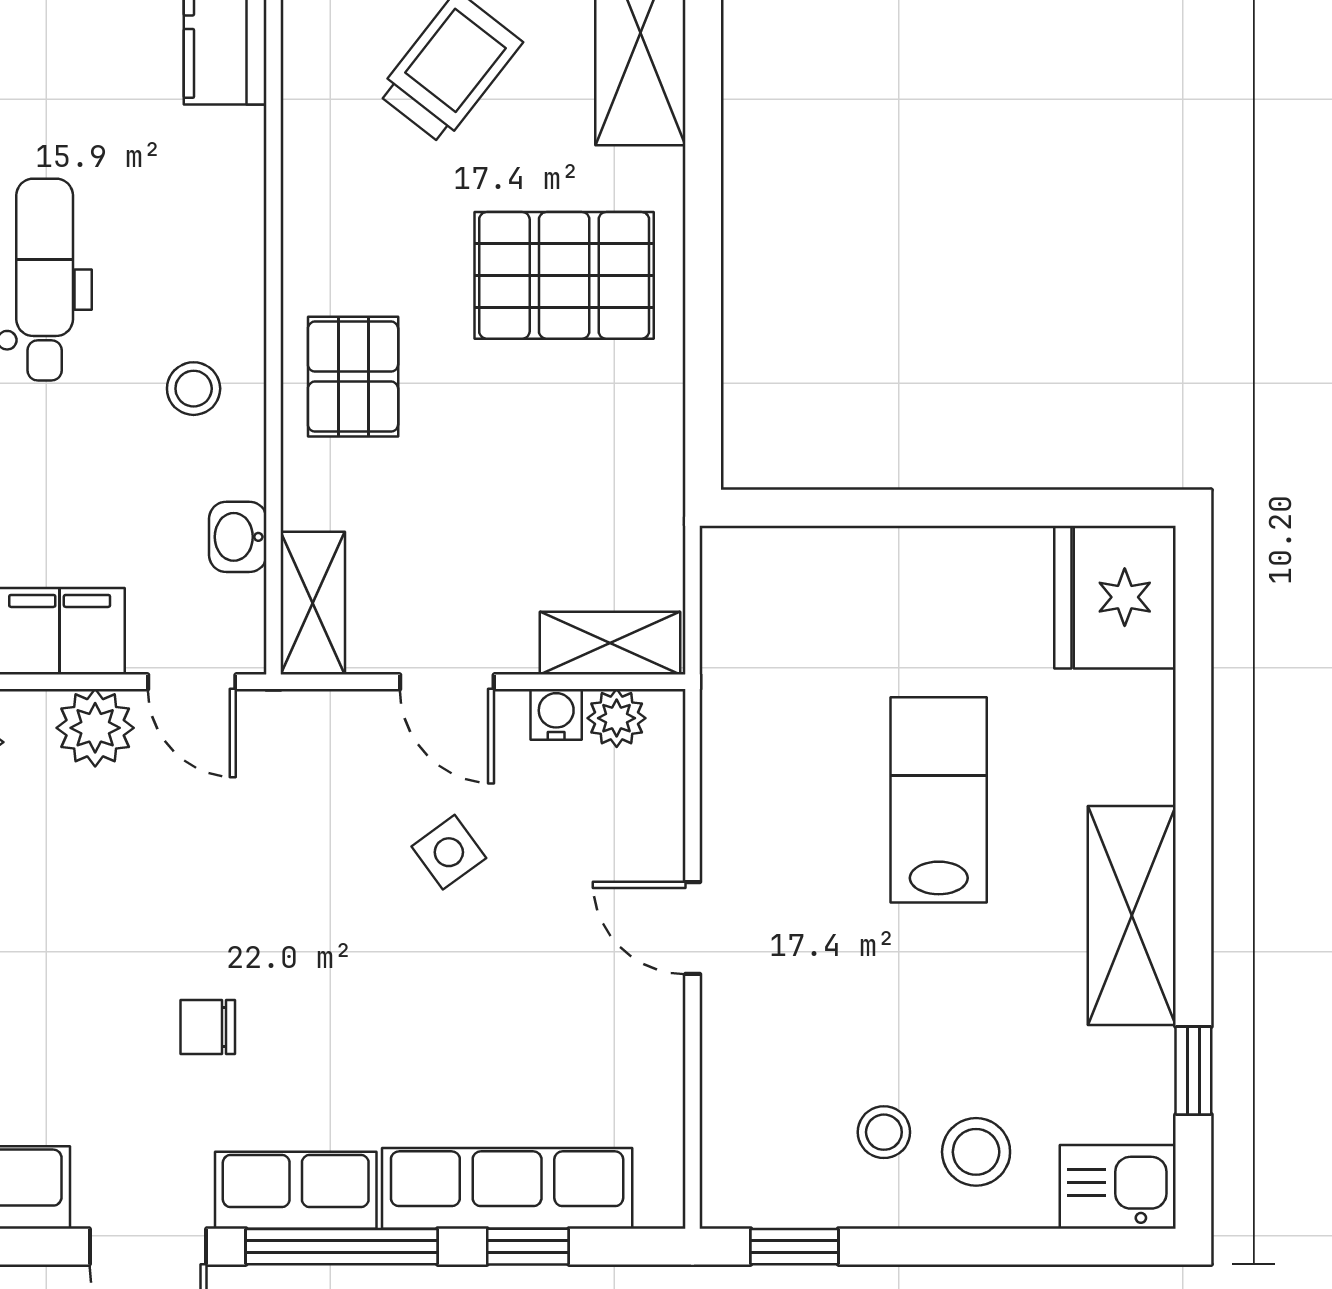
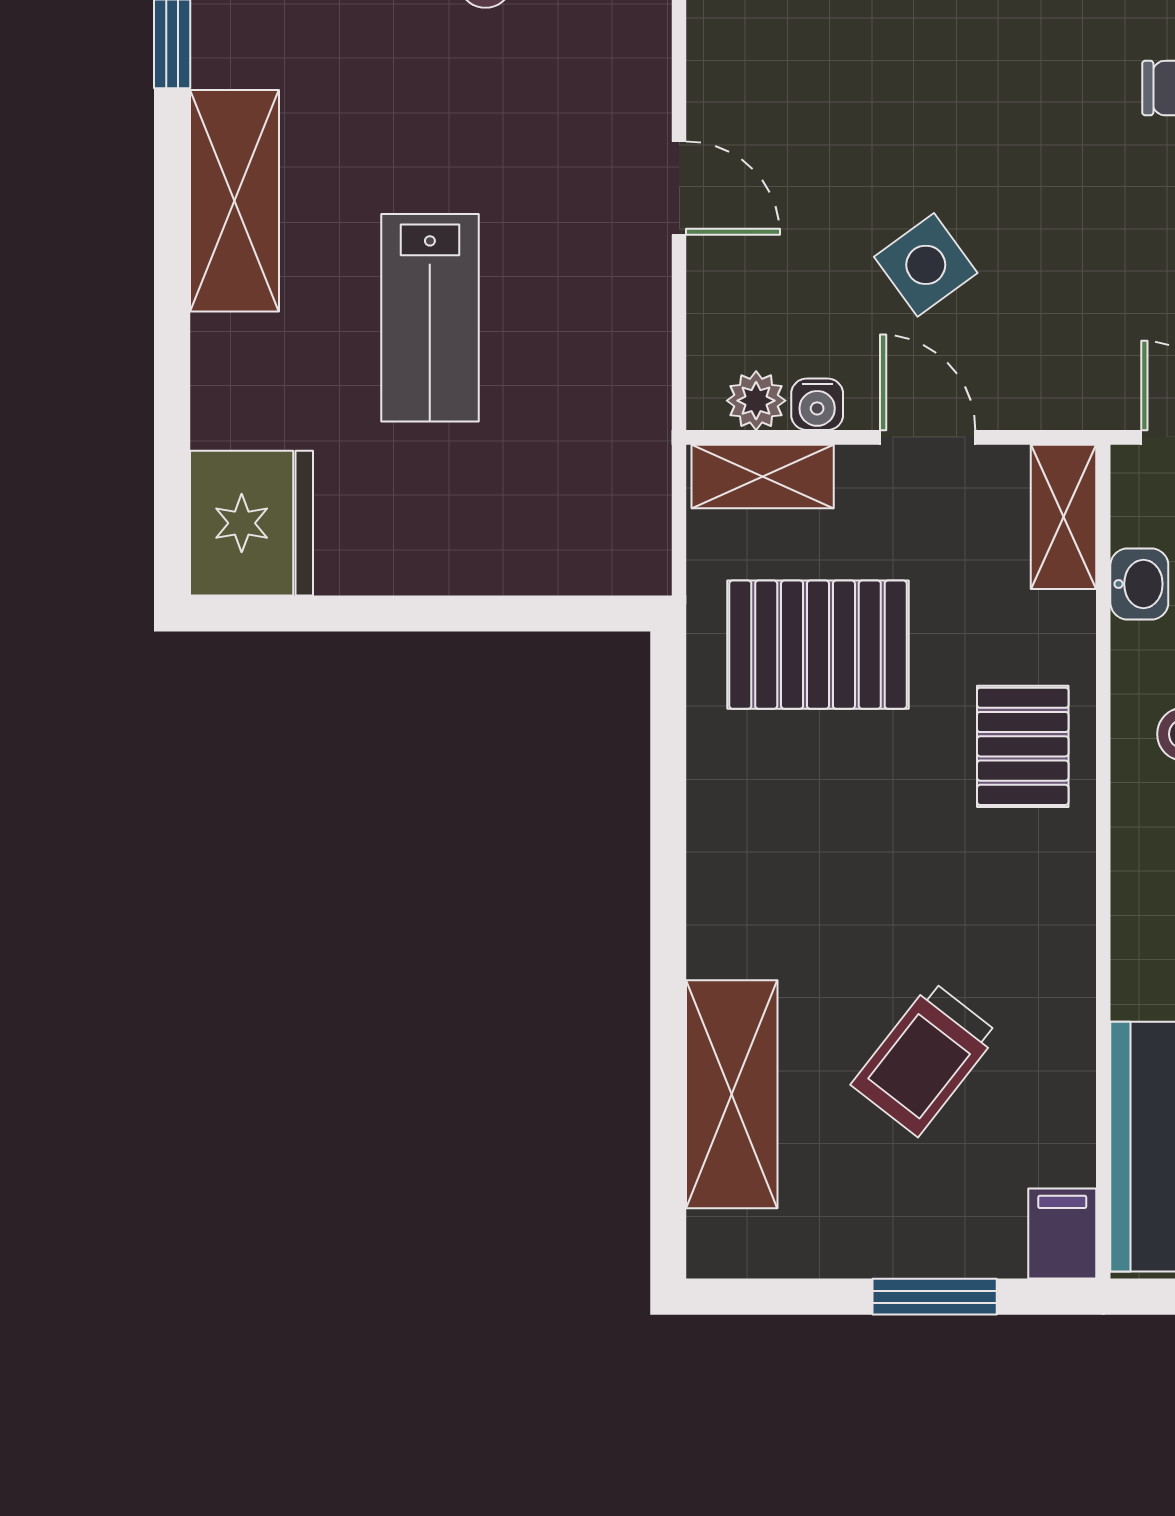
pallet: (564, 275) -> (818, 645), moved
side table: (449, 852) -> (926, 265), width x1.37, depth x1.37

